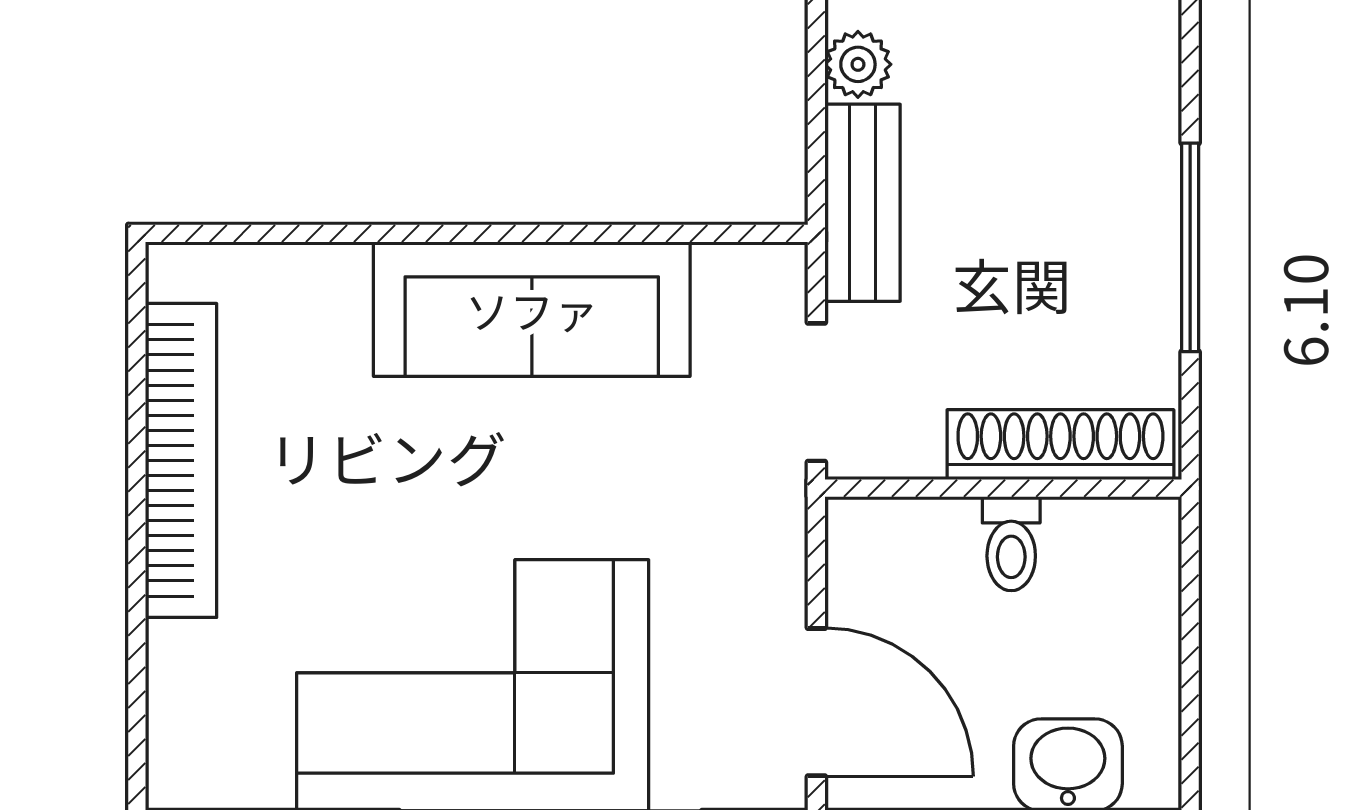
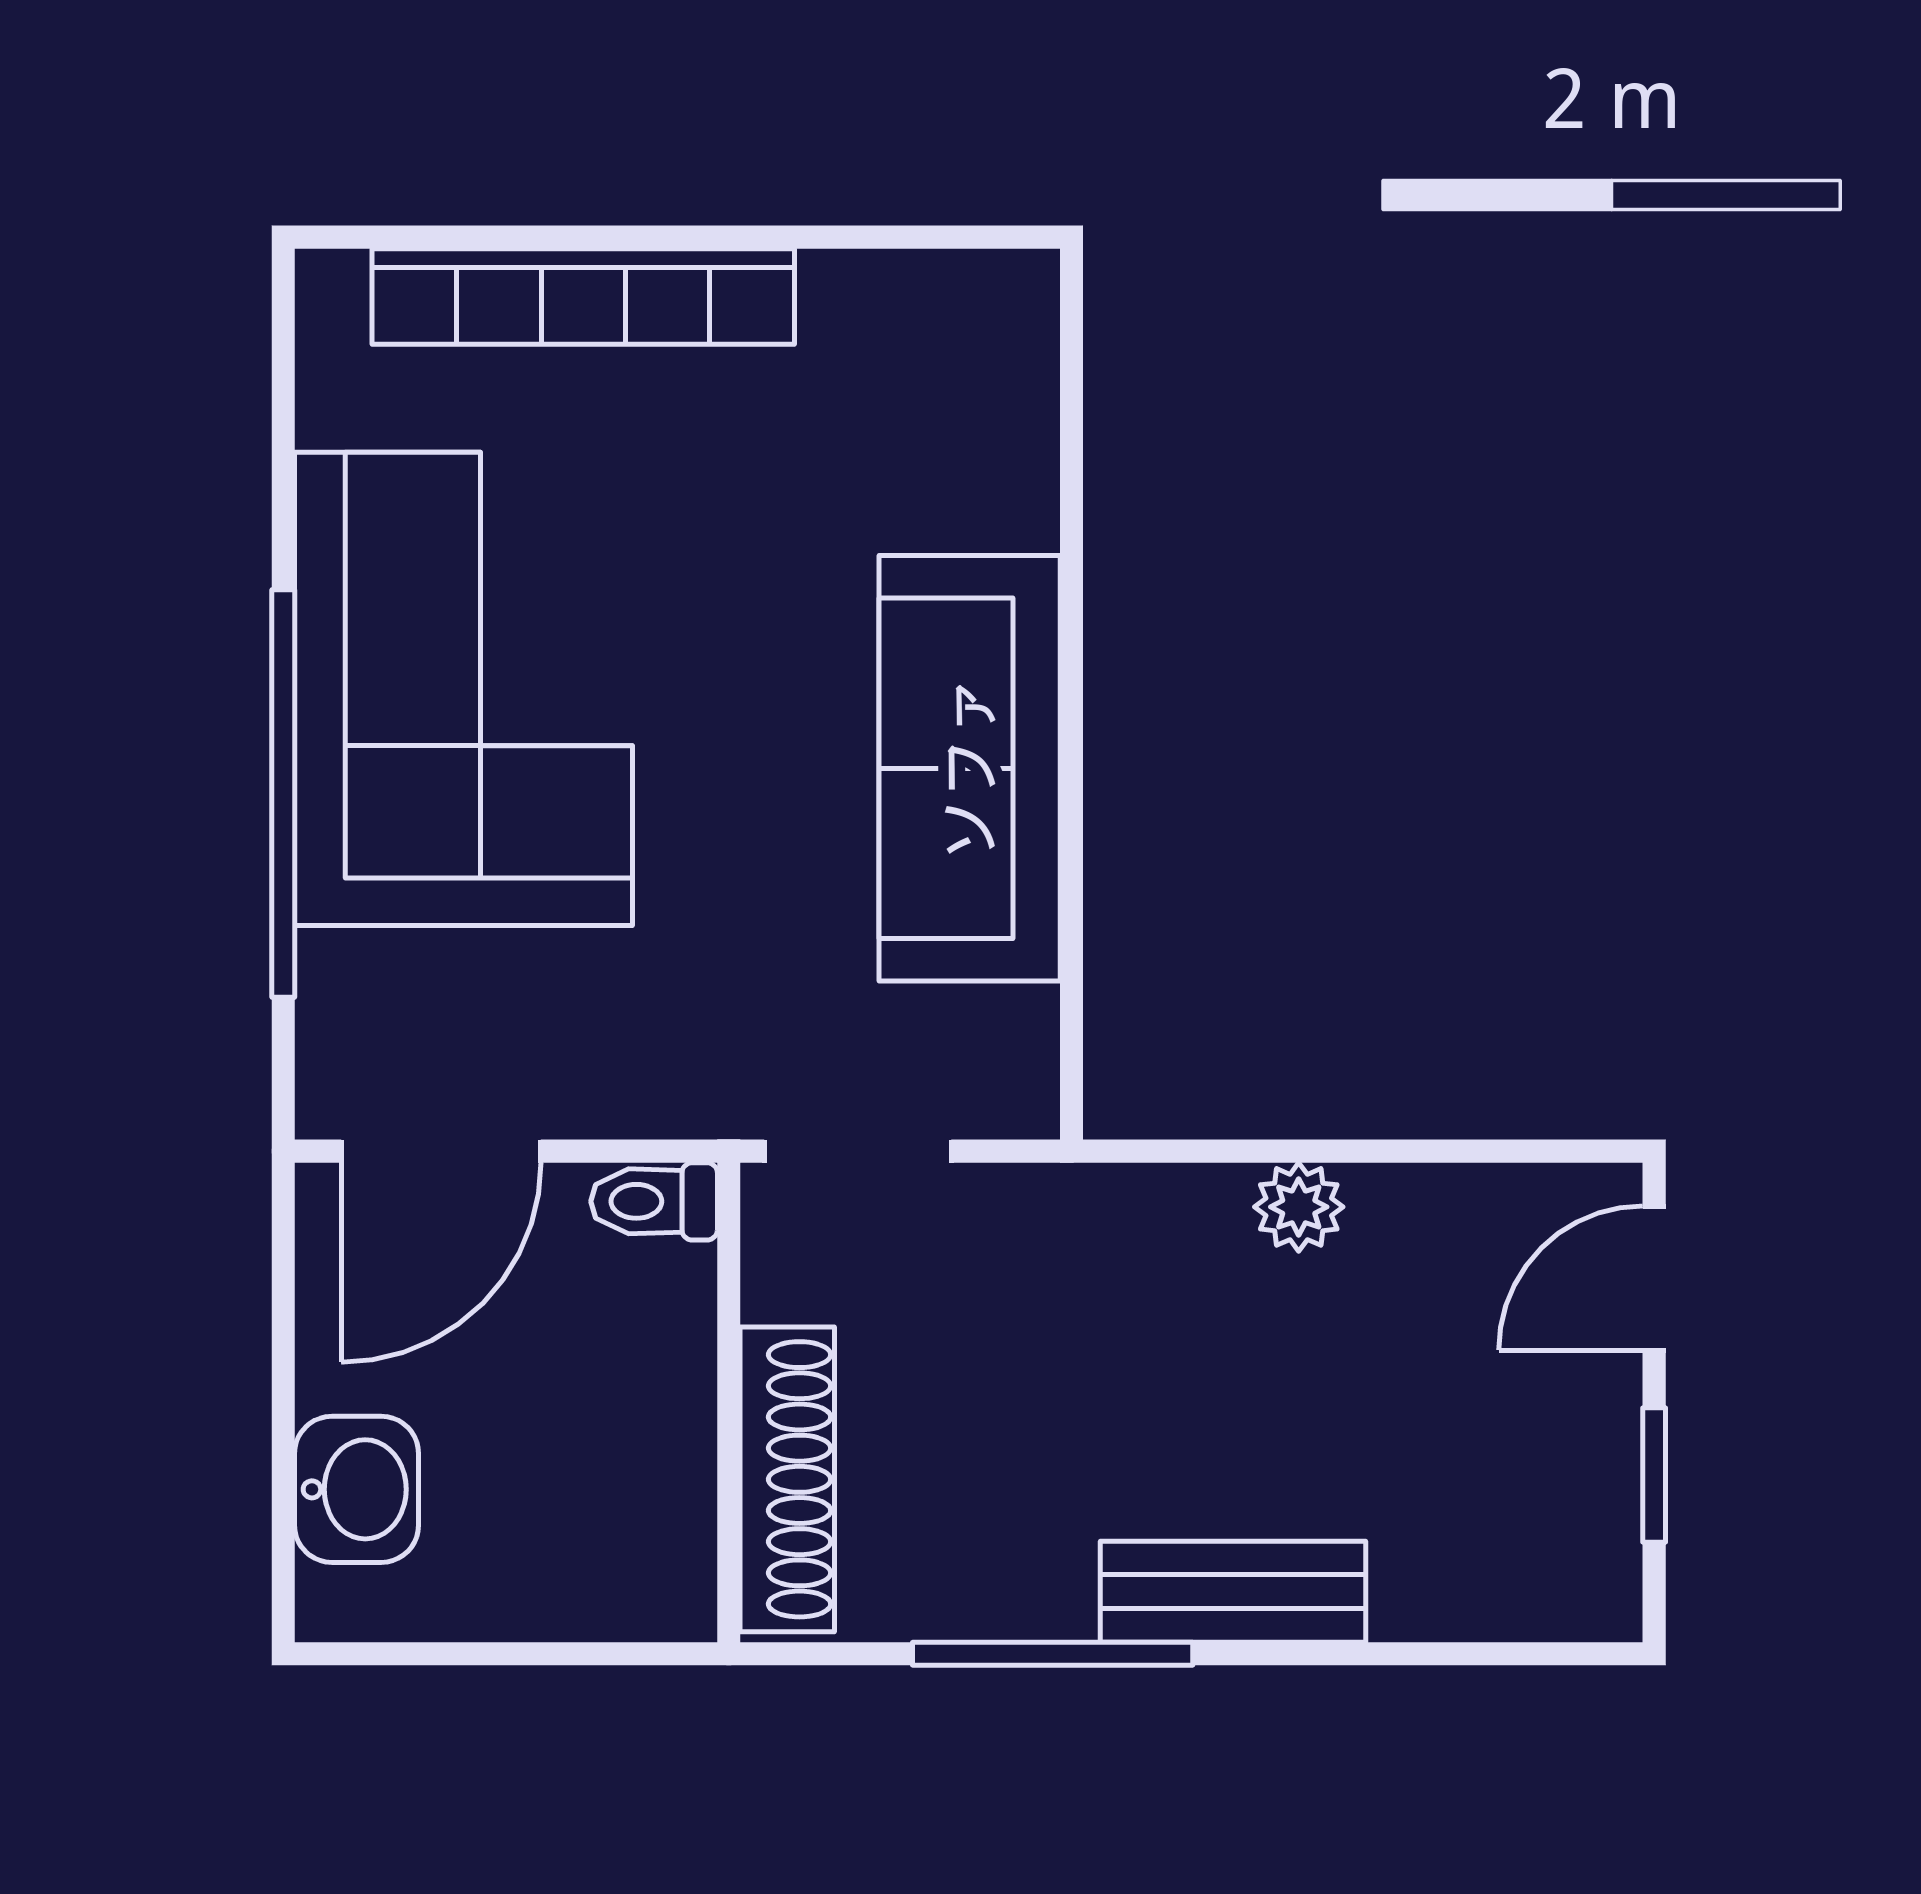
bench: (863, 203) -> (1233, 1592), moved
bookcase: (181, 460) -> (583, 297), moved
toilet: (1011, 544) -> (654, 1201), moved

